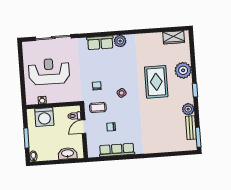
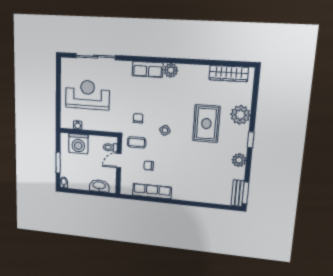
wardrobe: (174, 37) -> (229, 74), width x1.50
bench: (191, 128) -> (238, 193), moved

